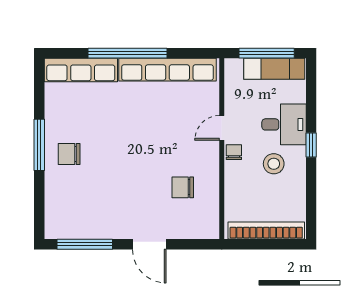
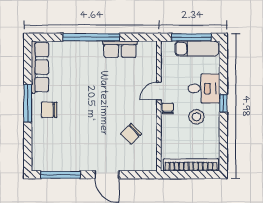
row of seats: (81, 70) -> (40, 67), moved, turned -90
row of seats: (167, 70) -> (120, 49), width x0.50
chair: (183, 187) -> (131, 134), turned -44

